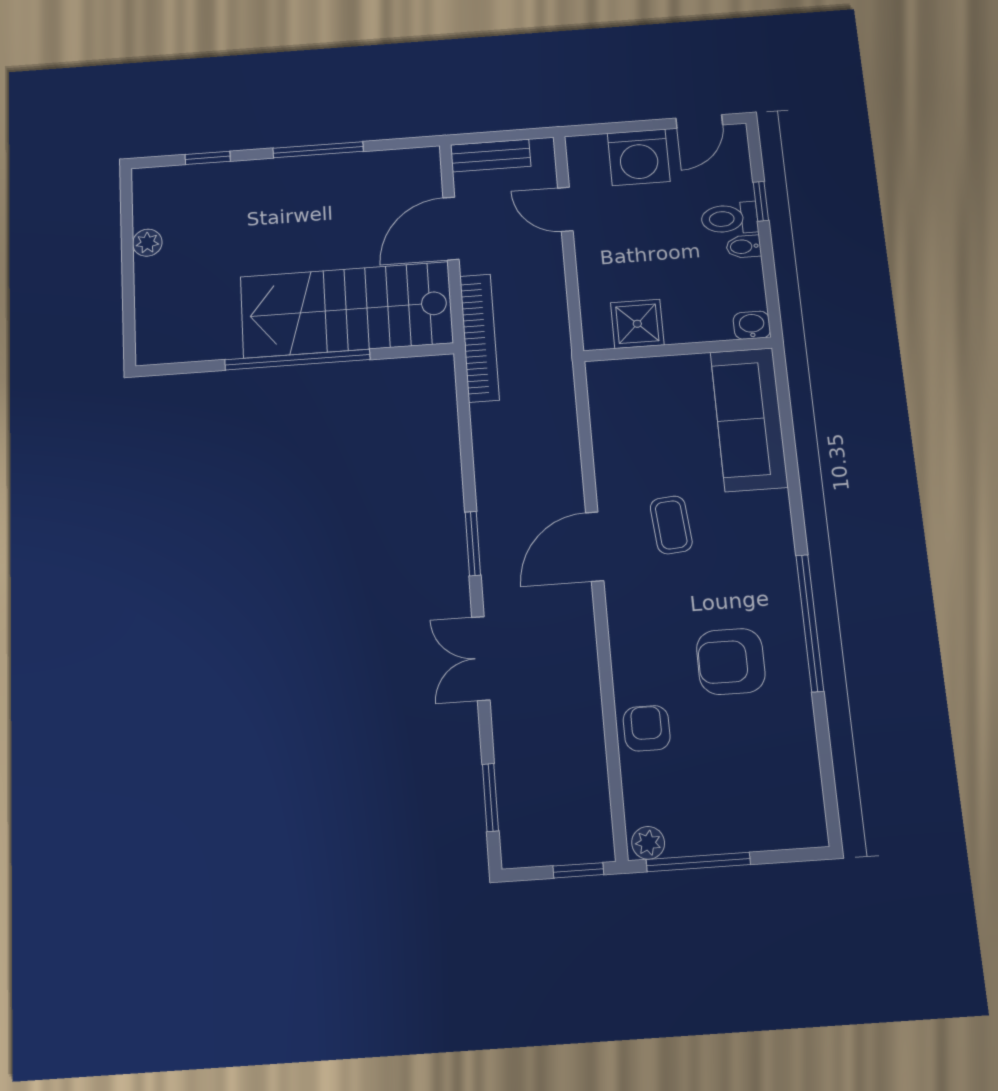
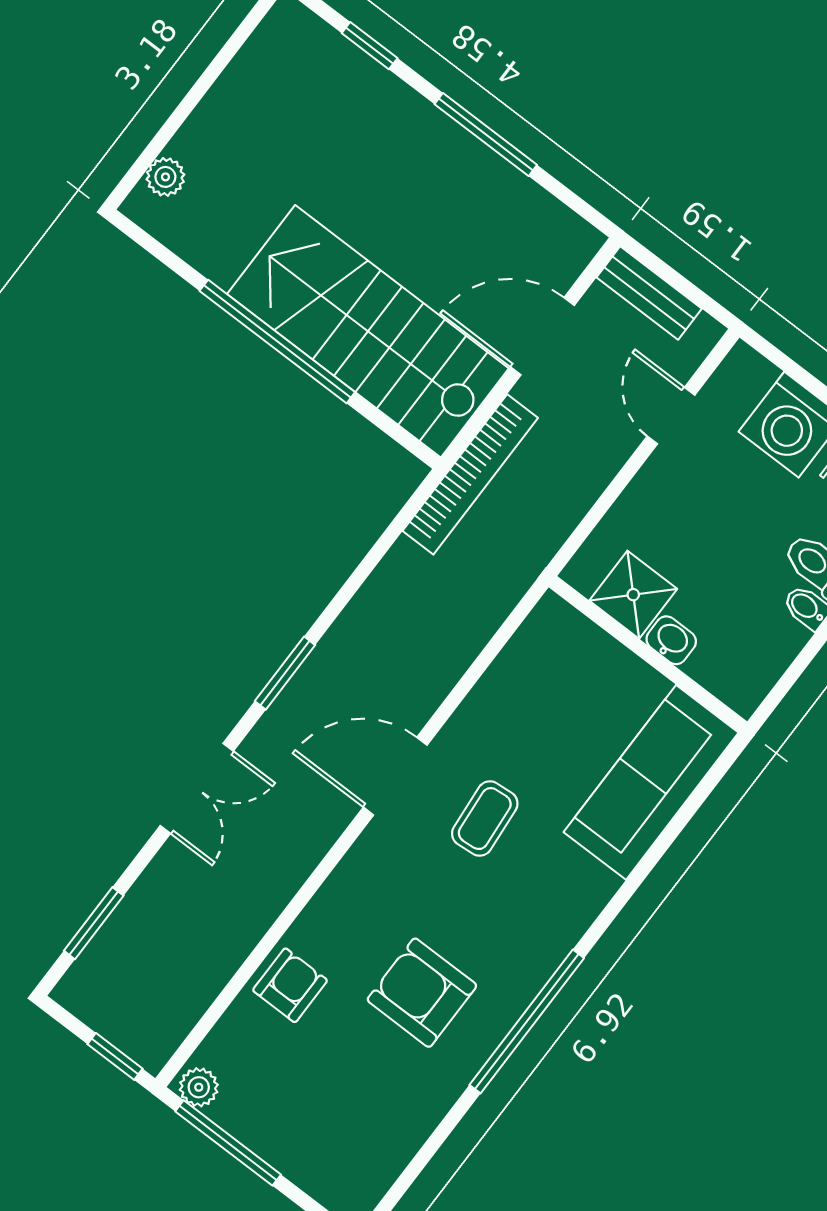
plant: (147, 243) -> (165, 177), moved
washbasin: (752, 325) -> (671, 640), moved
double door: (481, 658) -> (197, 788), swing flipped

